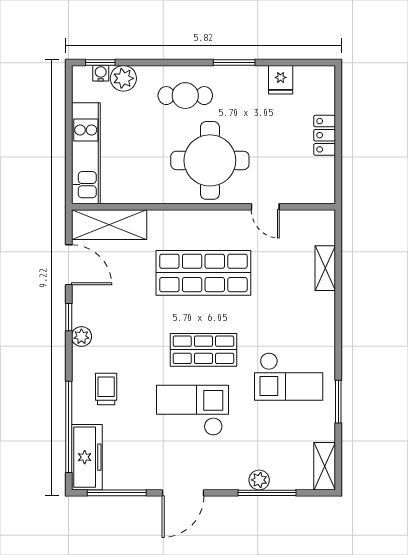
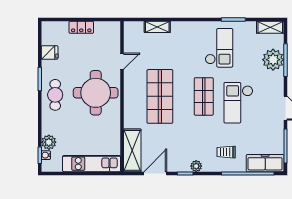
cafe table: (185, 96) -> (55, 95), moved
plant: (259, 480) -> (273, 60), width x1.88, depth x1.88

